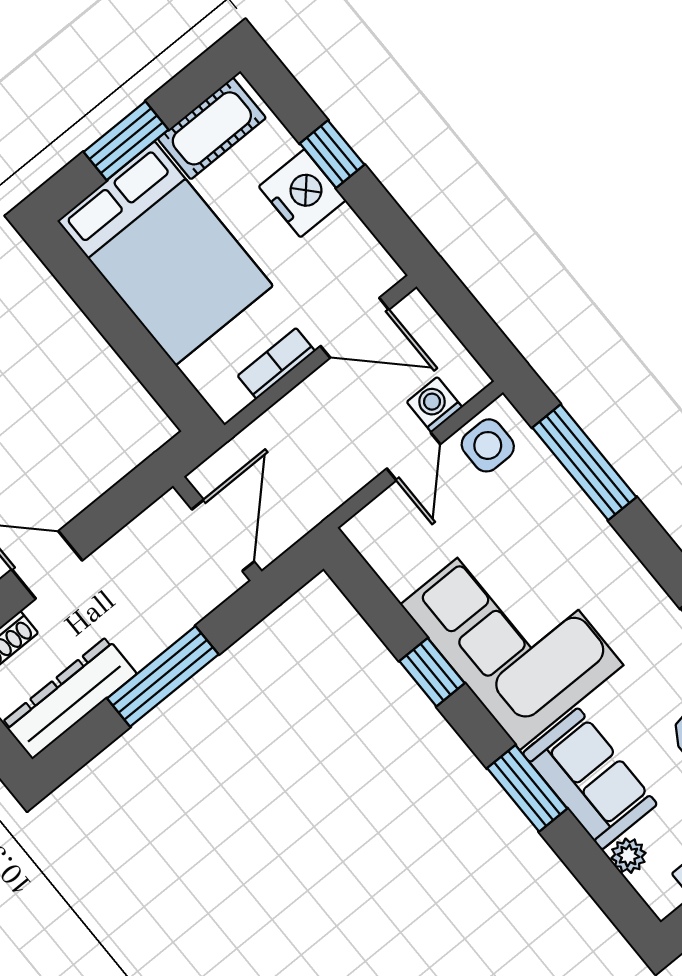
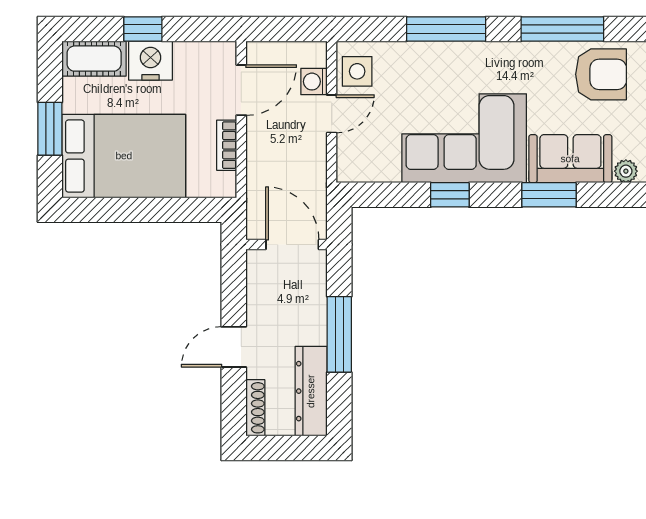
cot: (212, 128) -> (94, 59), moved, turned 90
door: (414, 456) -> (332, 114), hinge flipped
window: (584, 462) -> (446, 29), moved

